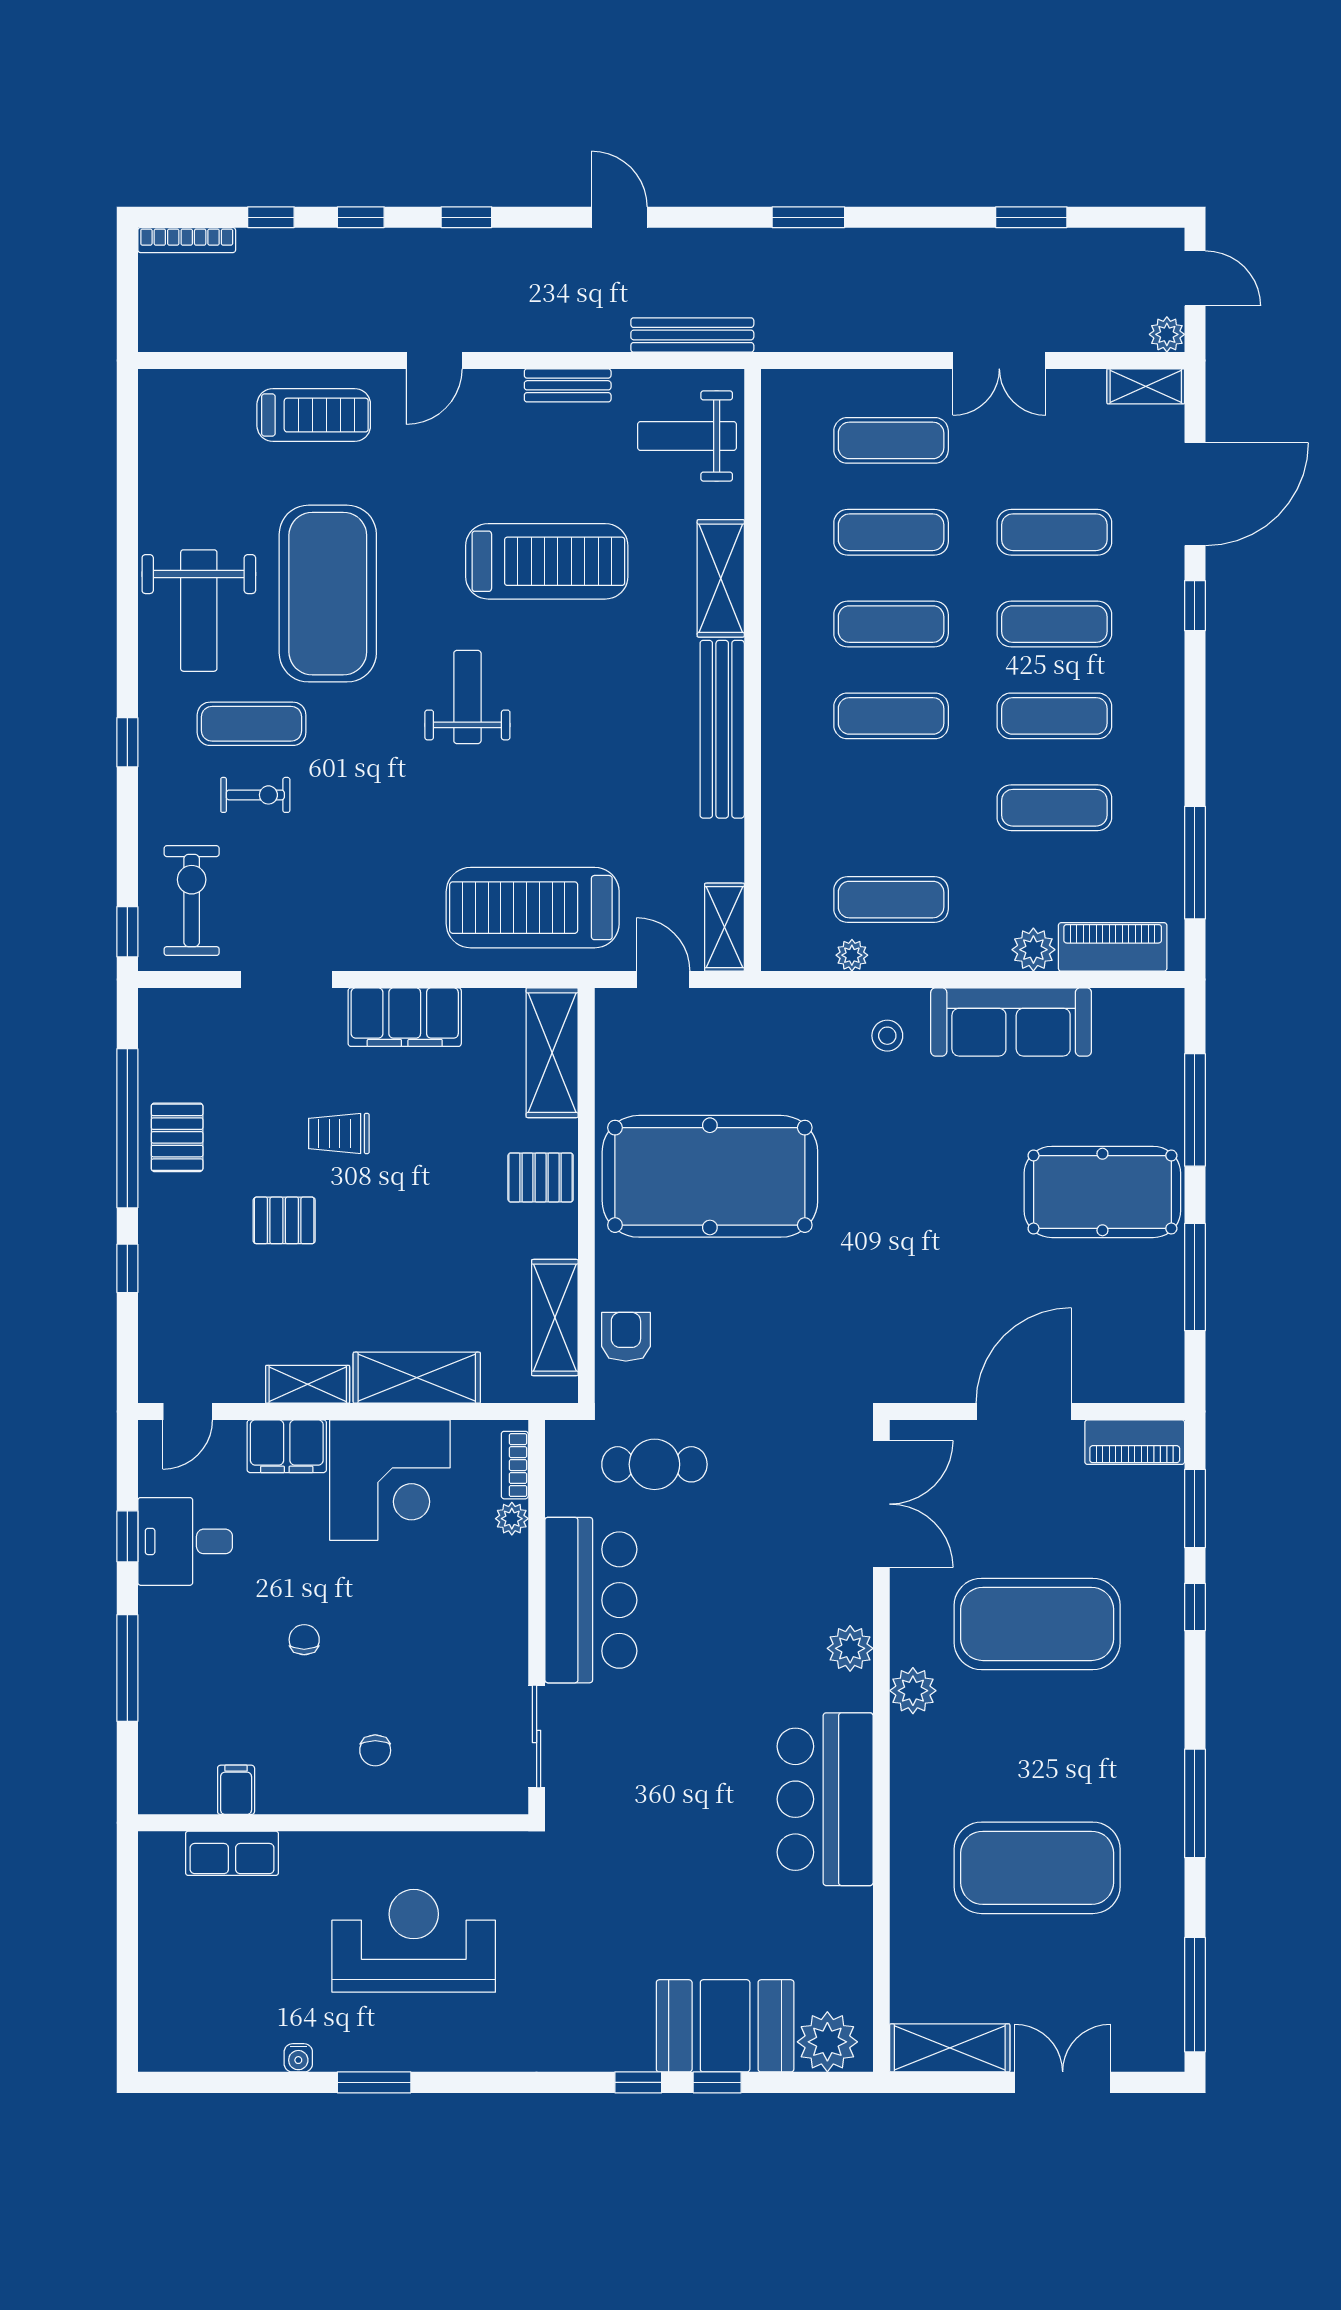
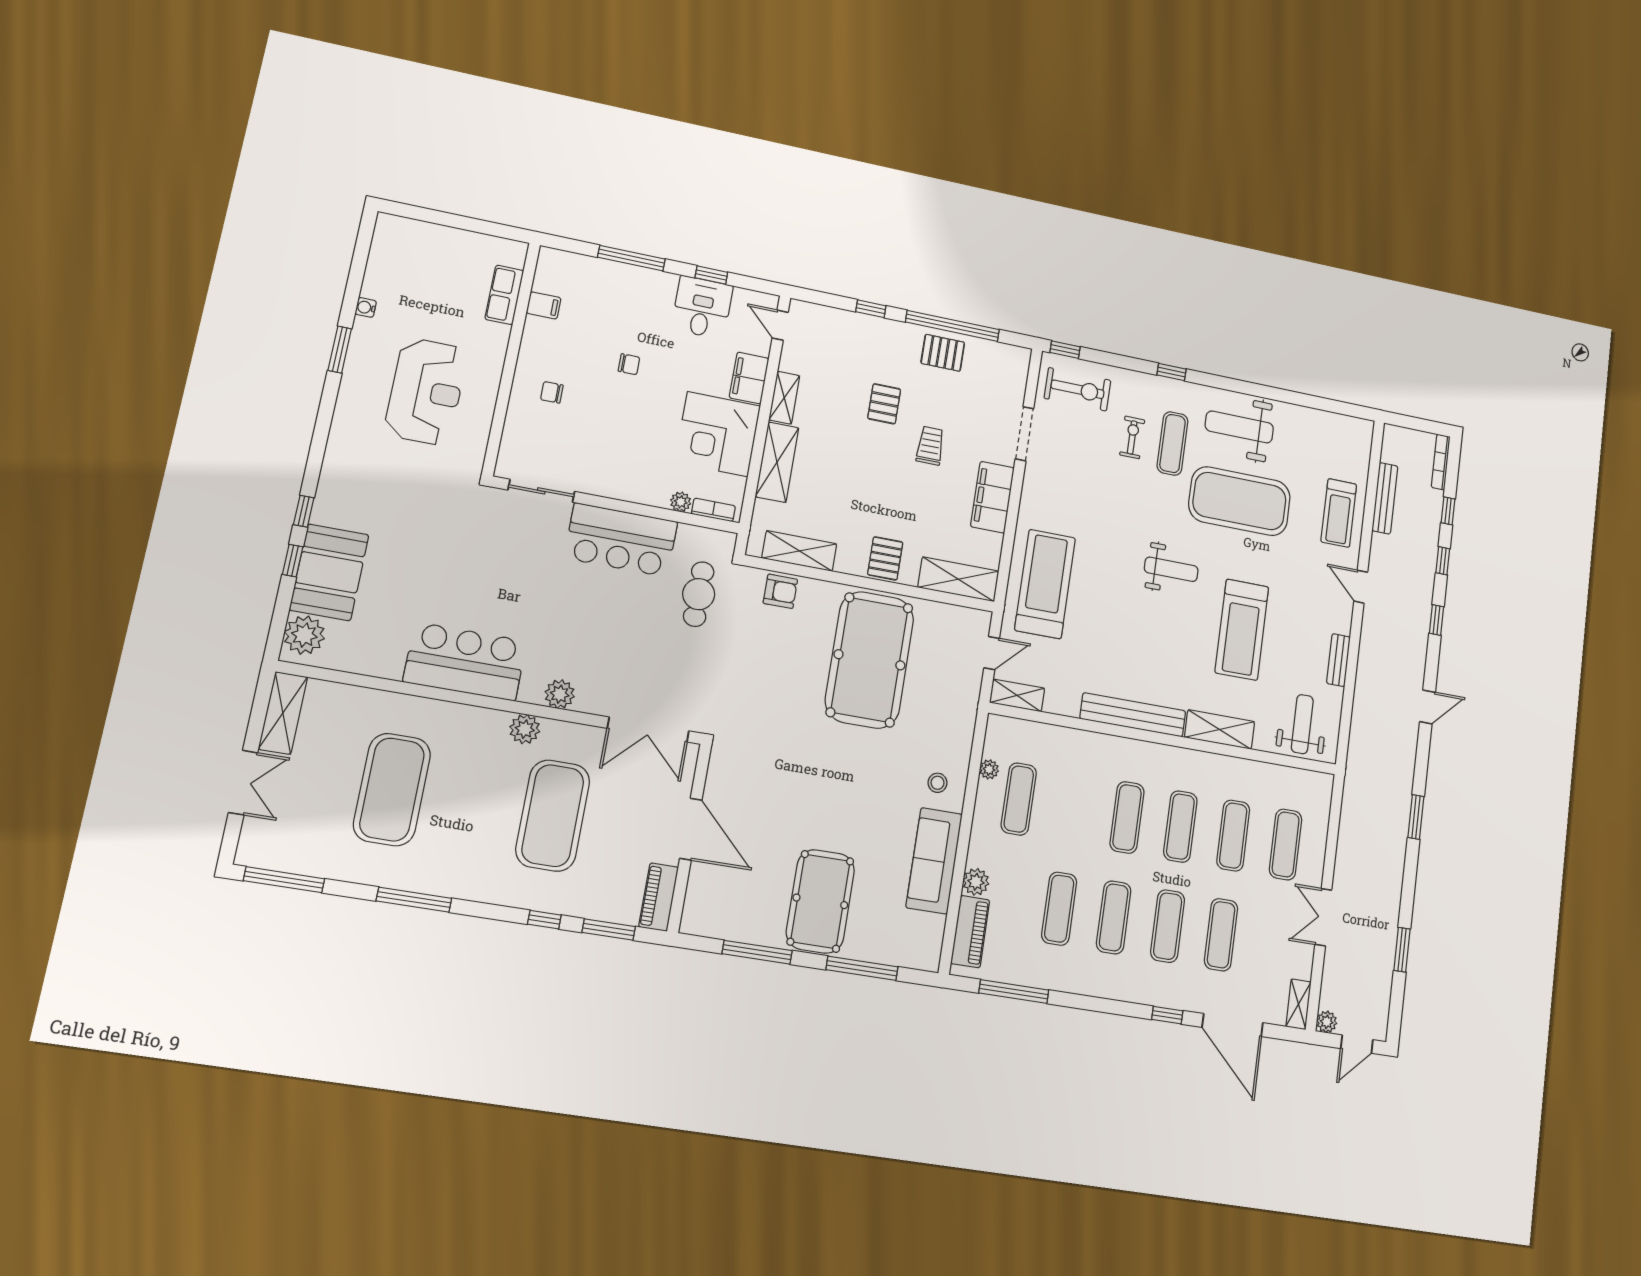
bench: (692, 335) -> (1385, 498), moved
exercise bike: (255, 795) -> (1132, 437), turned 180

